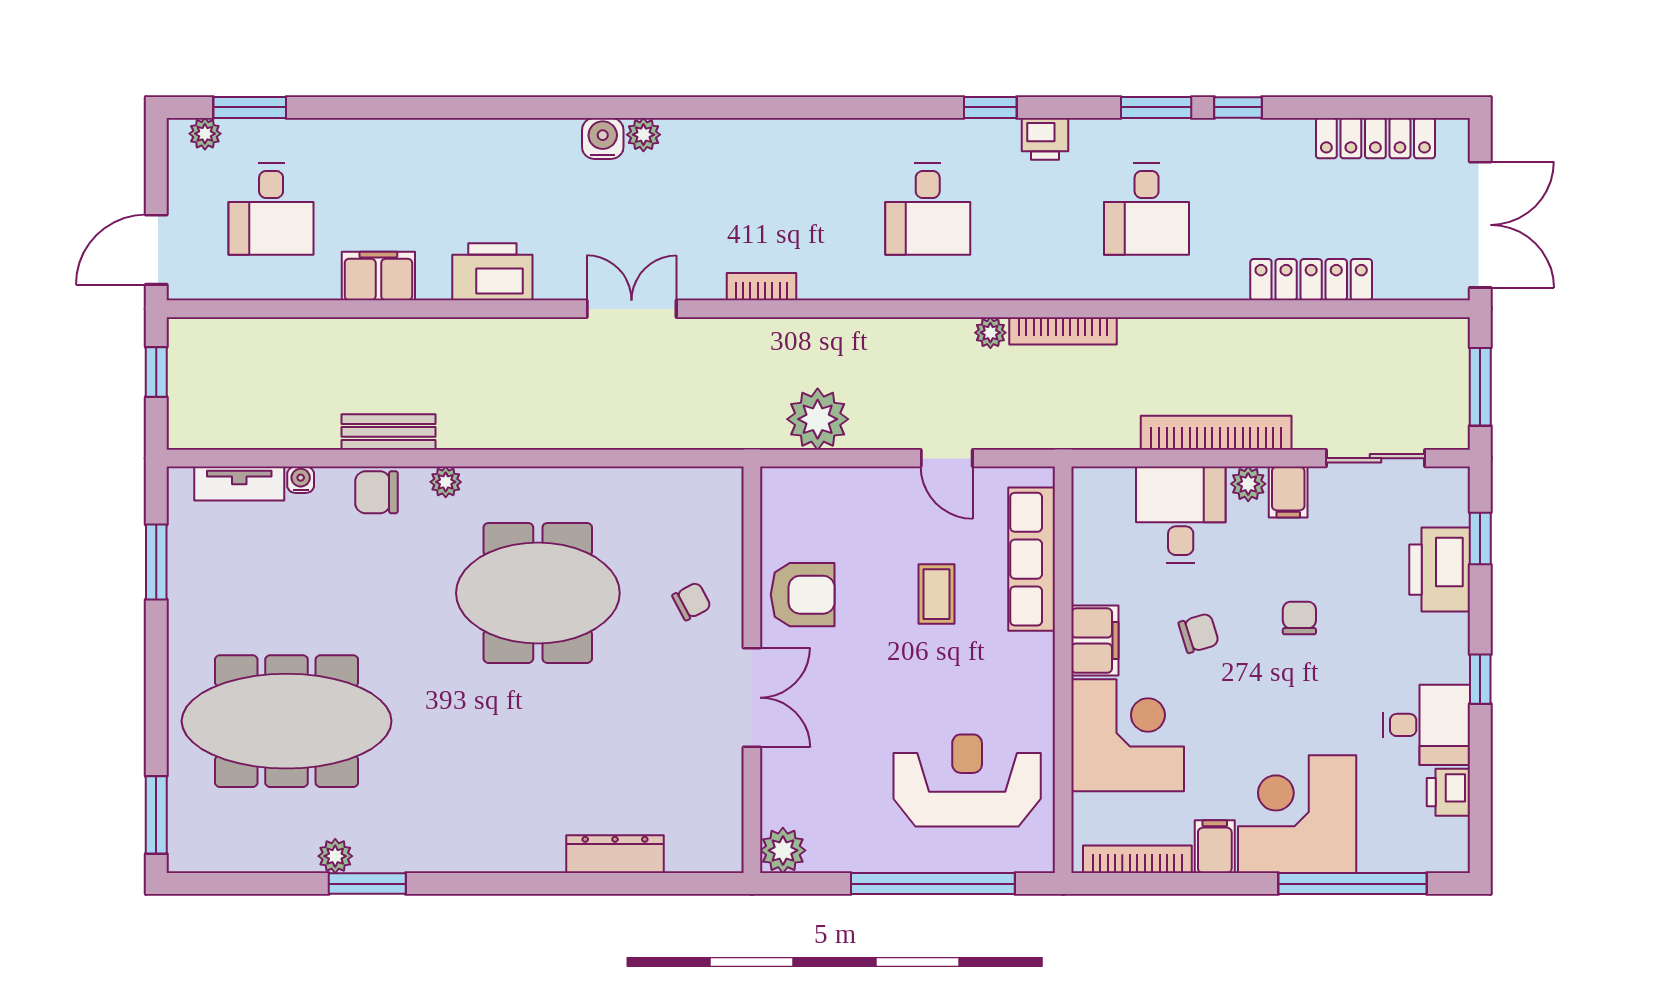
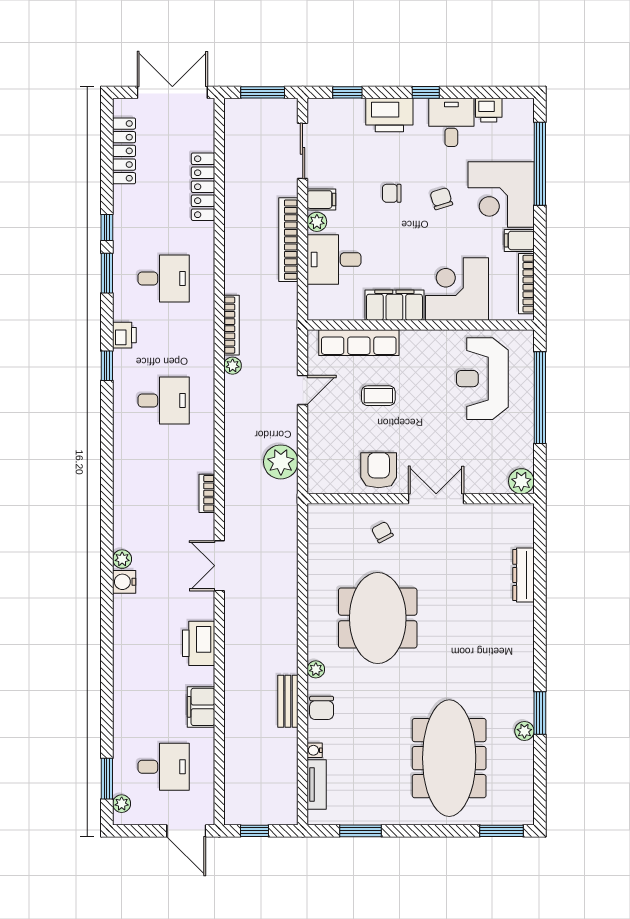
printer: (1440, 570) -> (389, 115), moved
chair: (1199, 633) -> (441, 199), moved
filing cabinet: (1095, 641) -> (394, 305), width x1.50, depth x1.17

